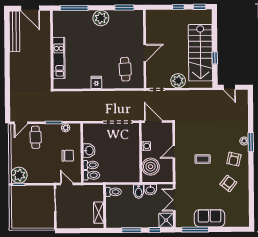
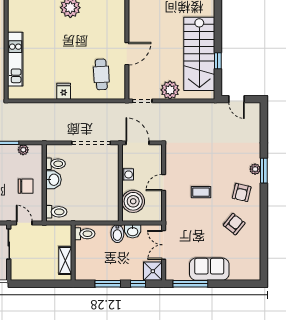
toilet: (91, 165) -> (55, 164), moved

